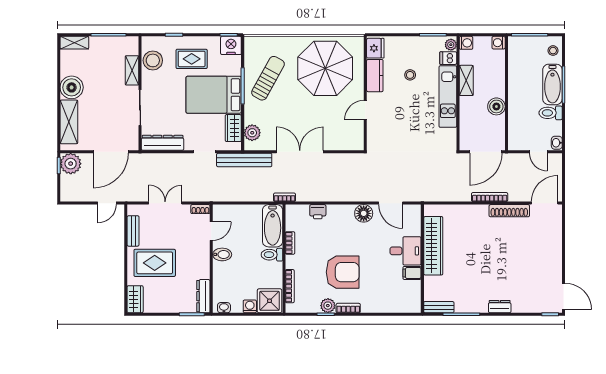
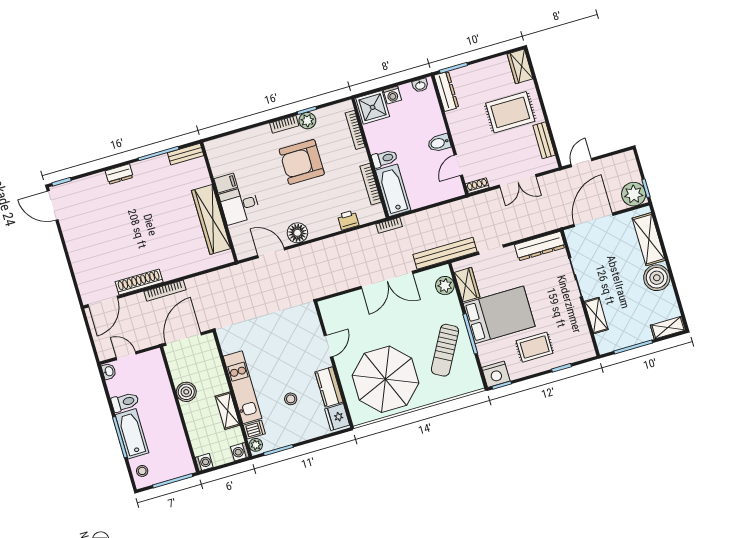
stool: (153, 60) -> (577, 333), removed
bookcase: (290, 243) -> (371, 184), width x1.56

